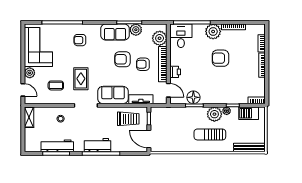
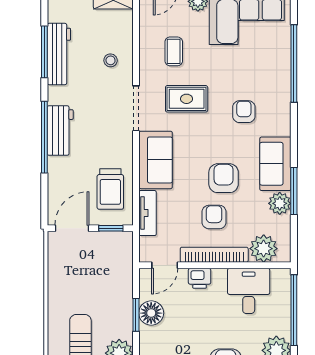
desk: (181, 36) -> (249, 291), moved, turned -90
armchair: (80, 40) -> (244, 112), moved

